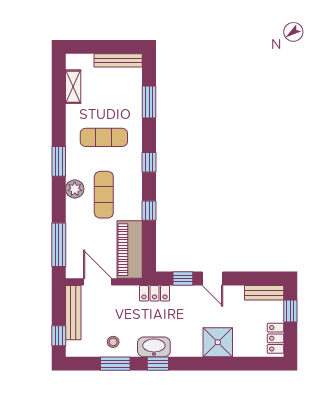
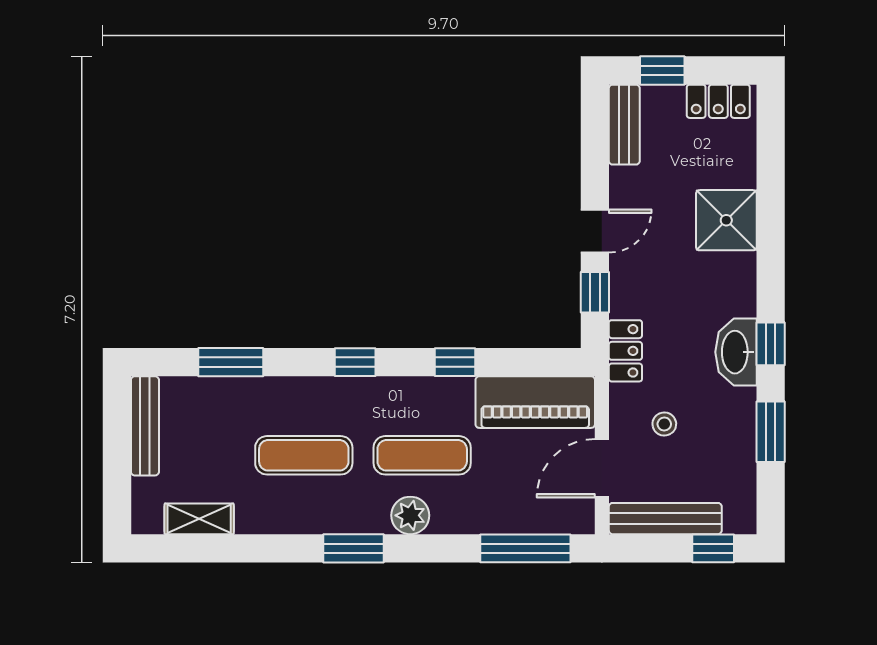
exercise mat: (104, 137) -> (304, 455), turned 90
stool: (113, 342) -> (664, 424), moved

